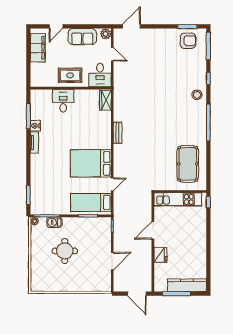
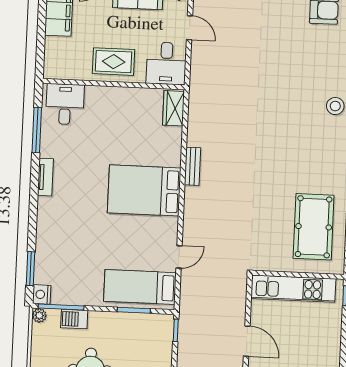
desk: (63, 101) -> (65, 104), moved
nightstand: (35, 126) -> (42, 294), moved
bed: (91, 163) -> (144, 190), moved
door: (153, 230) -> (247, 341), swing flipped

